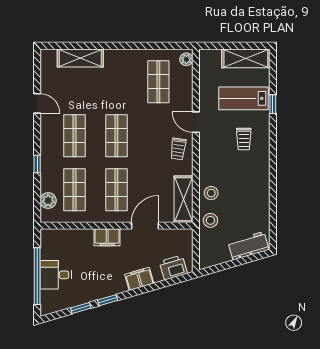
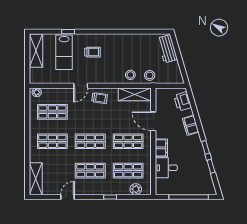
shelving: (80, 58) -> (36, 179), moved
shop shelf: (116, 82) -> (52, 141), added
desk: (56, 275) -> (166, 168), moved, turned 90

